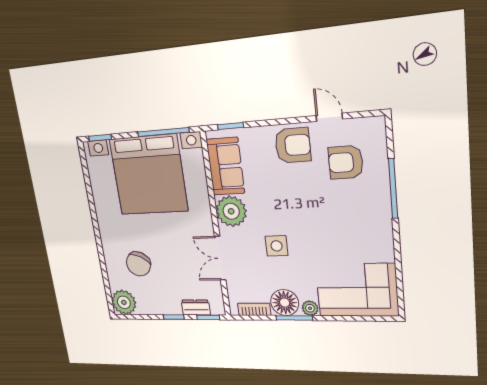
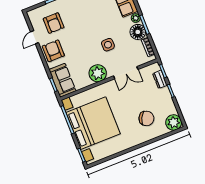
sofa: (225, 166) -> (62, 80), moved, turned 90

